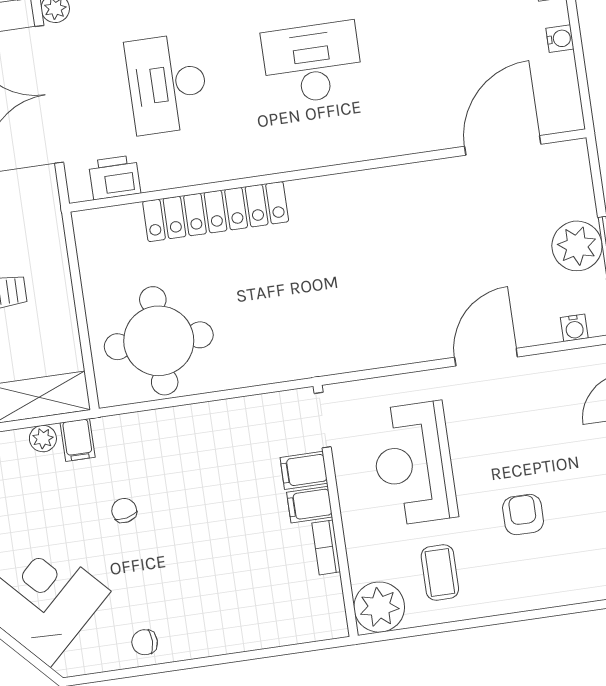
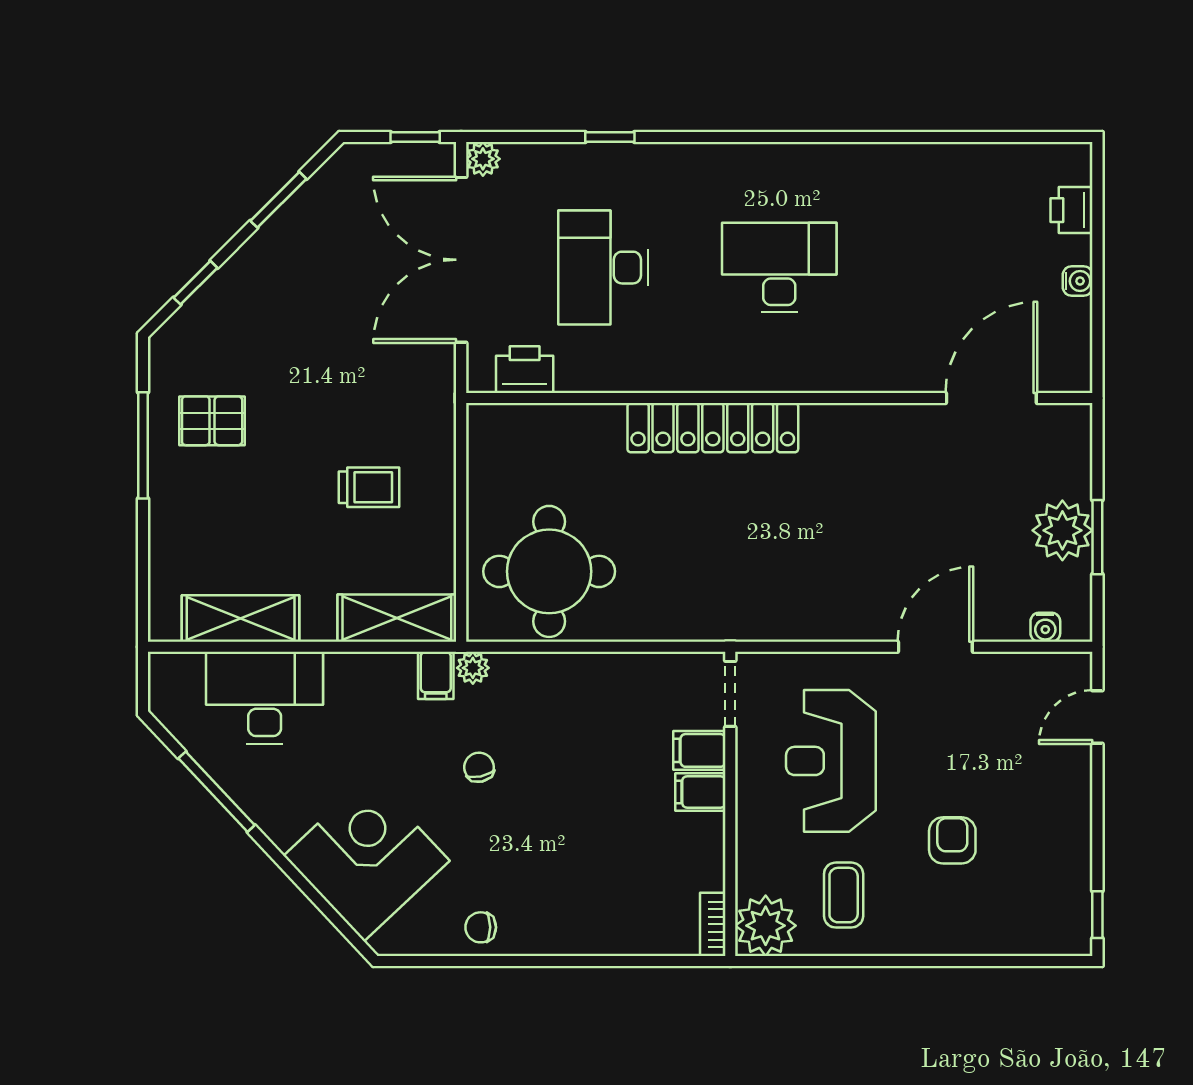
locker: (216, 212) -> (713, 428), moved
plant: (43, 439) -> (473, 668), moved
bookcase: (326, 547) -> (713, 924), moved

